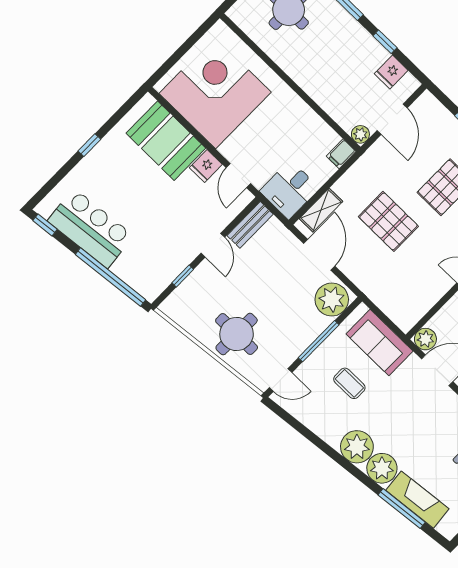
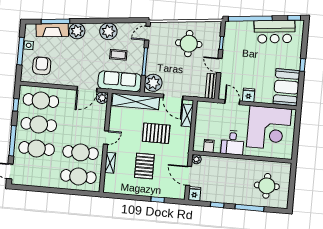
fridge: (391, 72) -> (194, 194), moved
booth: (166, 141) -> (287, 87), moved, turned 90
filing cabinet: (341, 154) -> (209, 146), moved
desk: (289, 190) -> (233, 143), moved, turned 180
shelving: (380, 293) -> (136, 102), added
round table: (237, 334) -> (189, 44), moved
sofa: (379, 342) -> (120, 81), width x1.36
plant: (357, 447) -> (108, 31), moved

